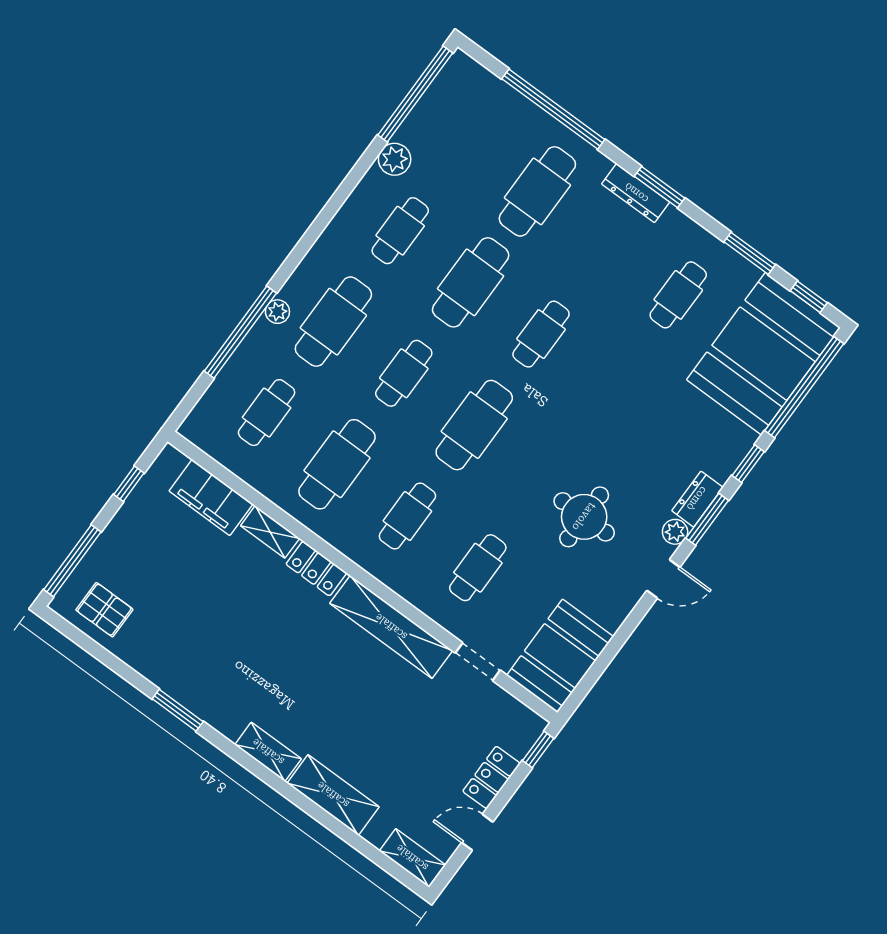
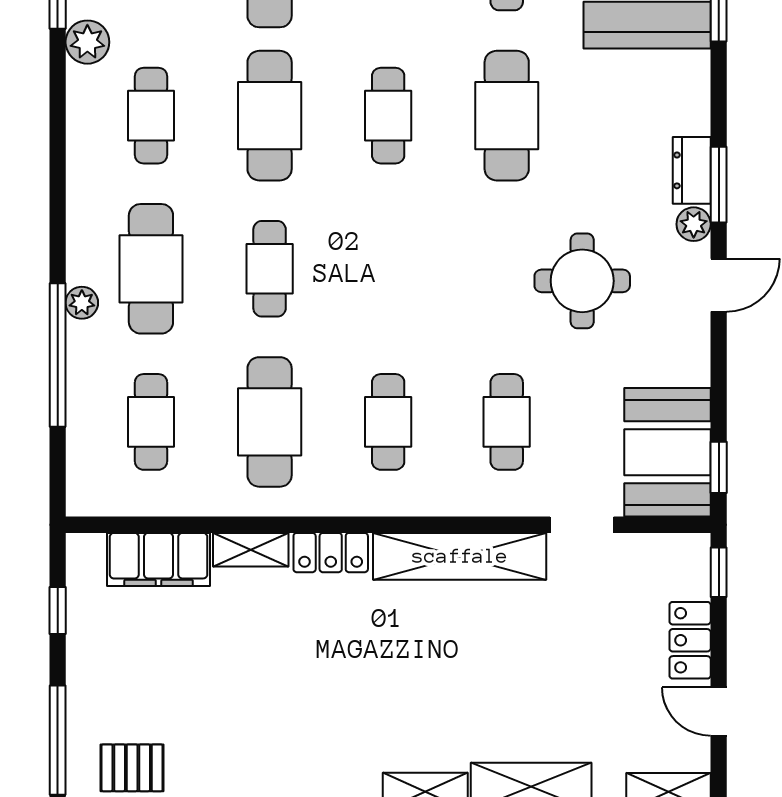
cafe table: (474, 425) -> (507, 116), moved
window: (748, 464) -> (719, 467), moved
door: (477, 832) -> (719, 712), hinge flipped

